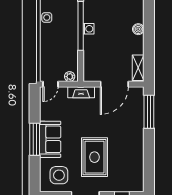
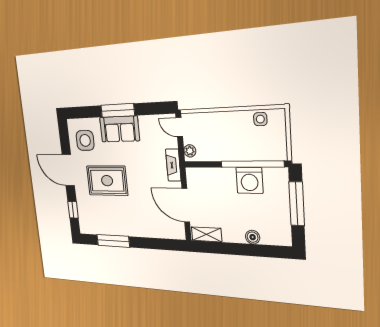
washing machine: (88, 29) -> (249, 180), width x1.89, depth x1.89
window: (149, 112) -> (113, 241), moved

